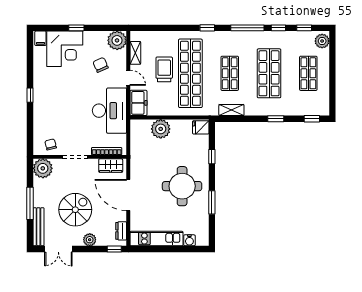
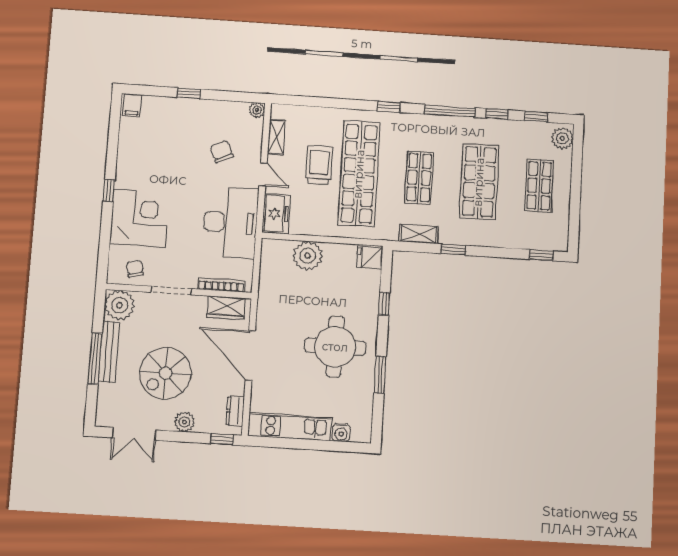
plant: (117, 40) -> (257, 110), width x0.53, depth x0.53
corner desk: (65, 49) -> (139, 218), moved, turned -90
window: (276, 119) -> (453, 250), moved
spiral stairs: (75, 210) -> (165, 373), turned 180
bench: (38, 227) -> (109, 352), moved

